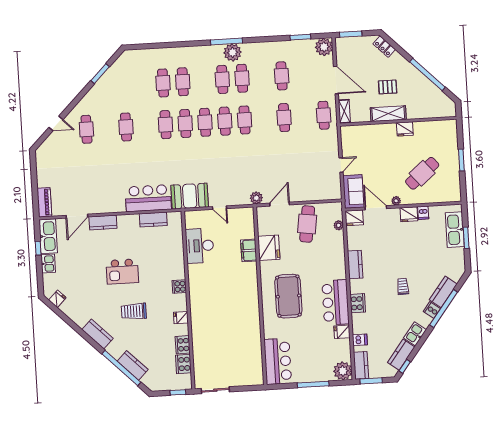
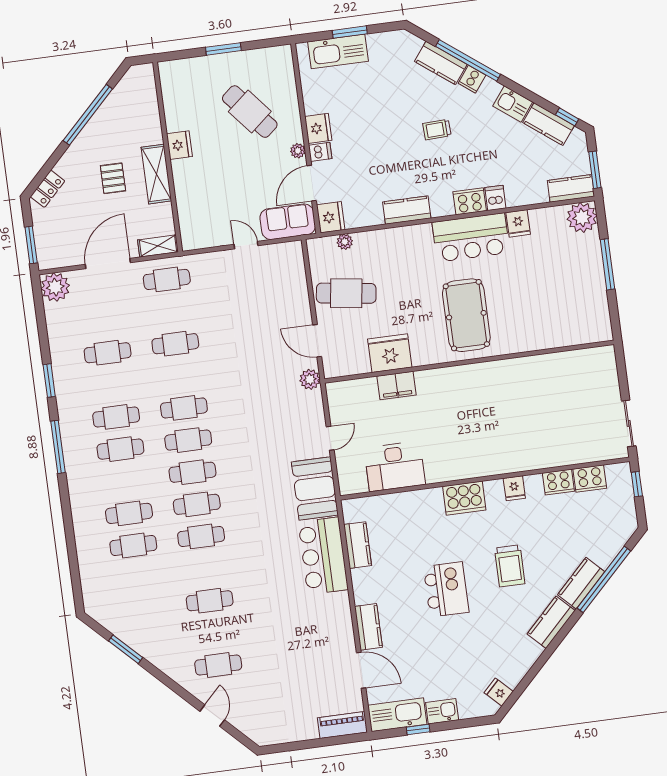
window: (300, 37) -> (49, 381), moved
plant: (233, 52) -> (75, 436), removed
dishwasher: (423, 213) -> (320, 152), moved
cooker: (179, 287) -> (464, 498), width x1.87, depth x1.31
pool table: (288, 296) -> (466, 315), turned 90
dishwasher: (360, 340) -> (495, 198), moved
bar counter: (278, 361) -> (574, 325), removed
kitchen counter: (133, 365) -> (581, 583), moved

